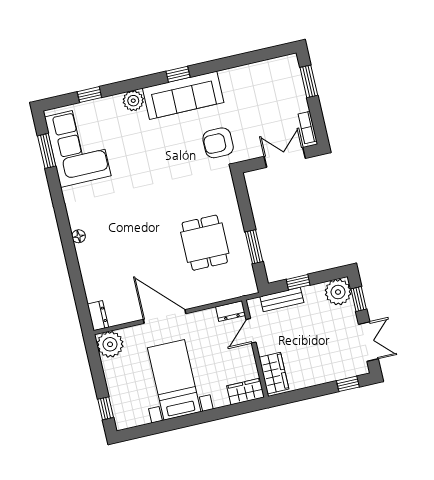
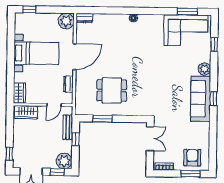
armchair: (218, 143) -> (192, 158), moved
double door: (285, 157) -> (150, 139), moved
dresser: (231, 311) -> (68, 84), moved
door: (251, 331) -> (54, 105), swing flipped

